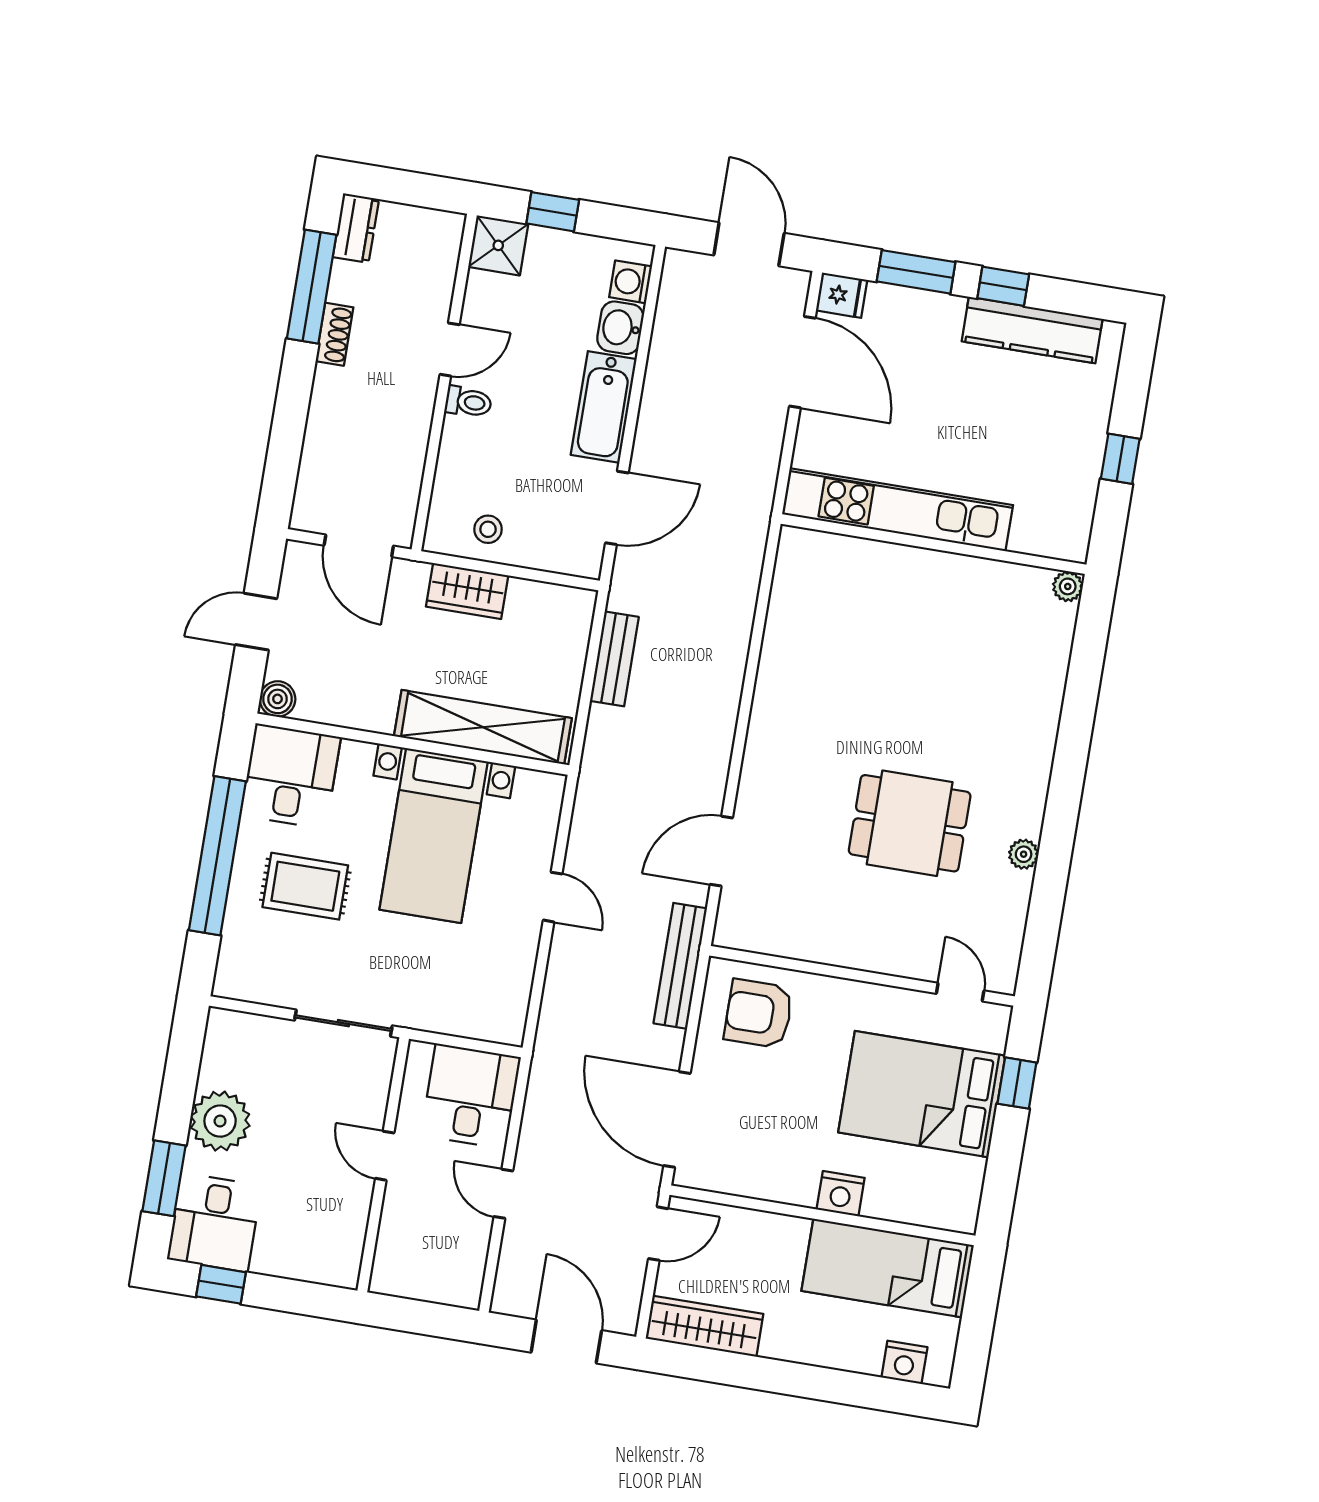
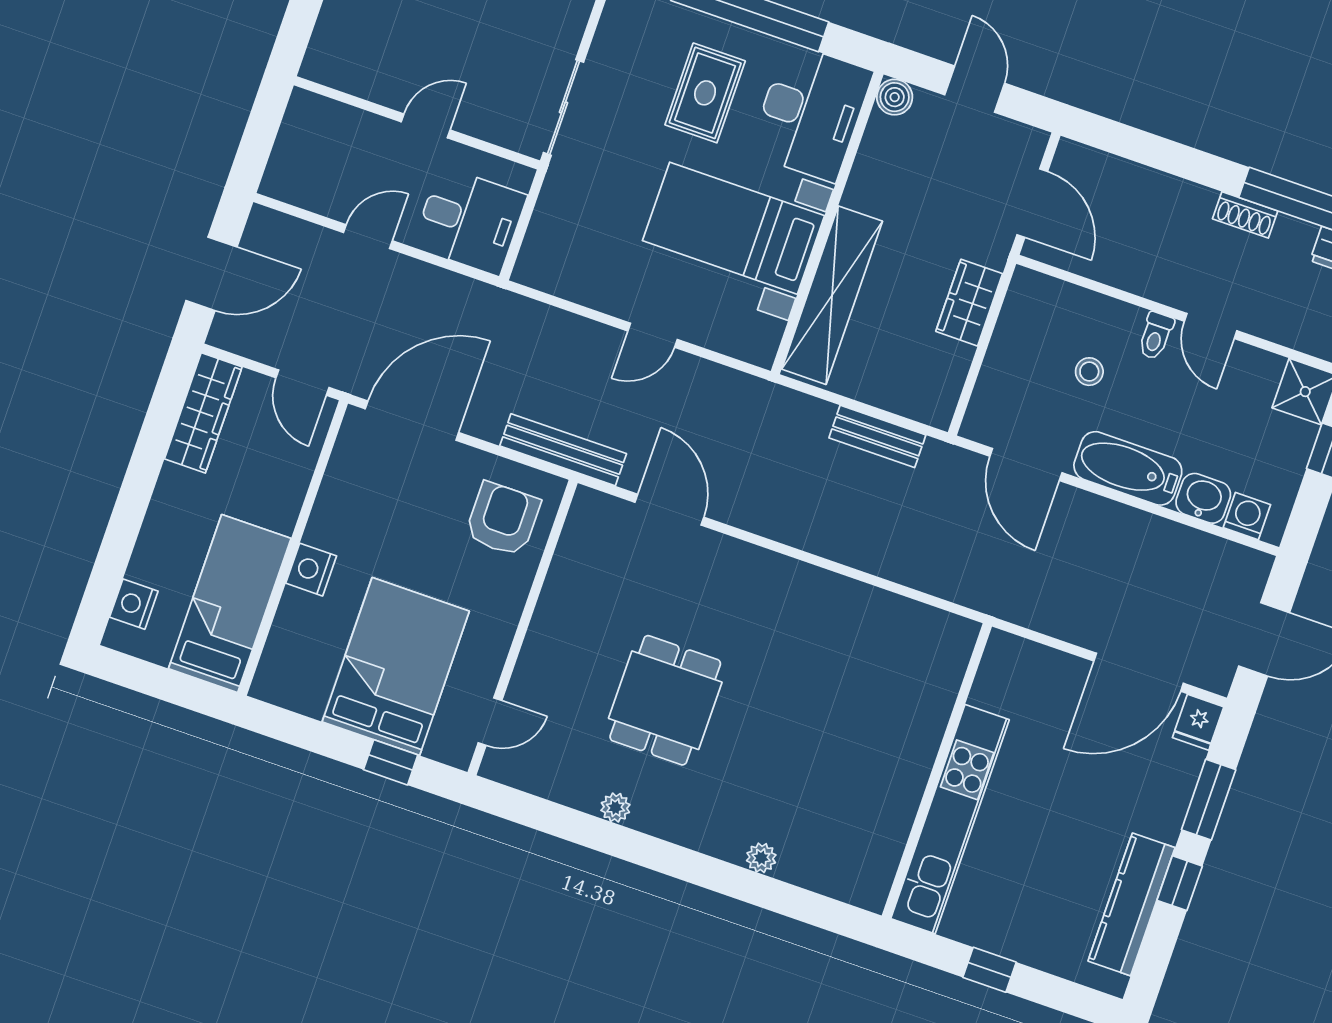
kitchen unit: (898, 510) -> (950, 819), moved
stool: (488, 529) -> (1089, 372), moved
door: (359, 546) -> (1032, 203), swing flipped
plant: (1068, 586) -> (761, 858), moved
desk: (291, 776) -> (811, 112), width x1.37

